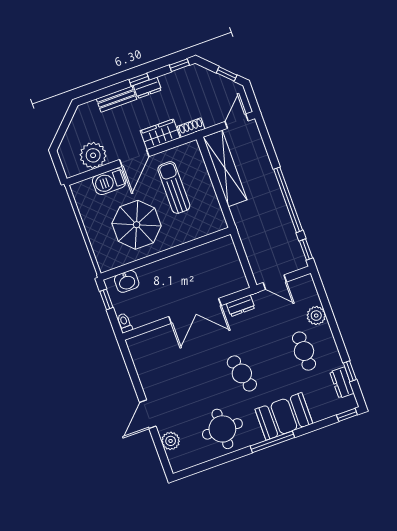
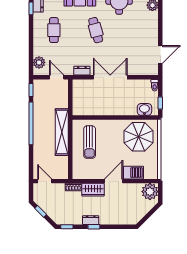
bench: (116, 99) -> (111, 220), removed
door: (237, 121) -> (45, 181), swing flipped
plant: (93, 155) -> (150, 192), moved
shelving: (225, 168) -> (62, 132), moved
sun lounger: (174, 188) -> (90, 142), moved
parasol: (137, 225) -> (139, 137), moved
plant: (316, 316) -> (39, 62), moved
door: (148, 414) -> (160, 55), moved

